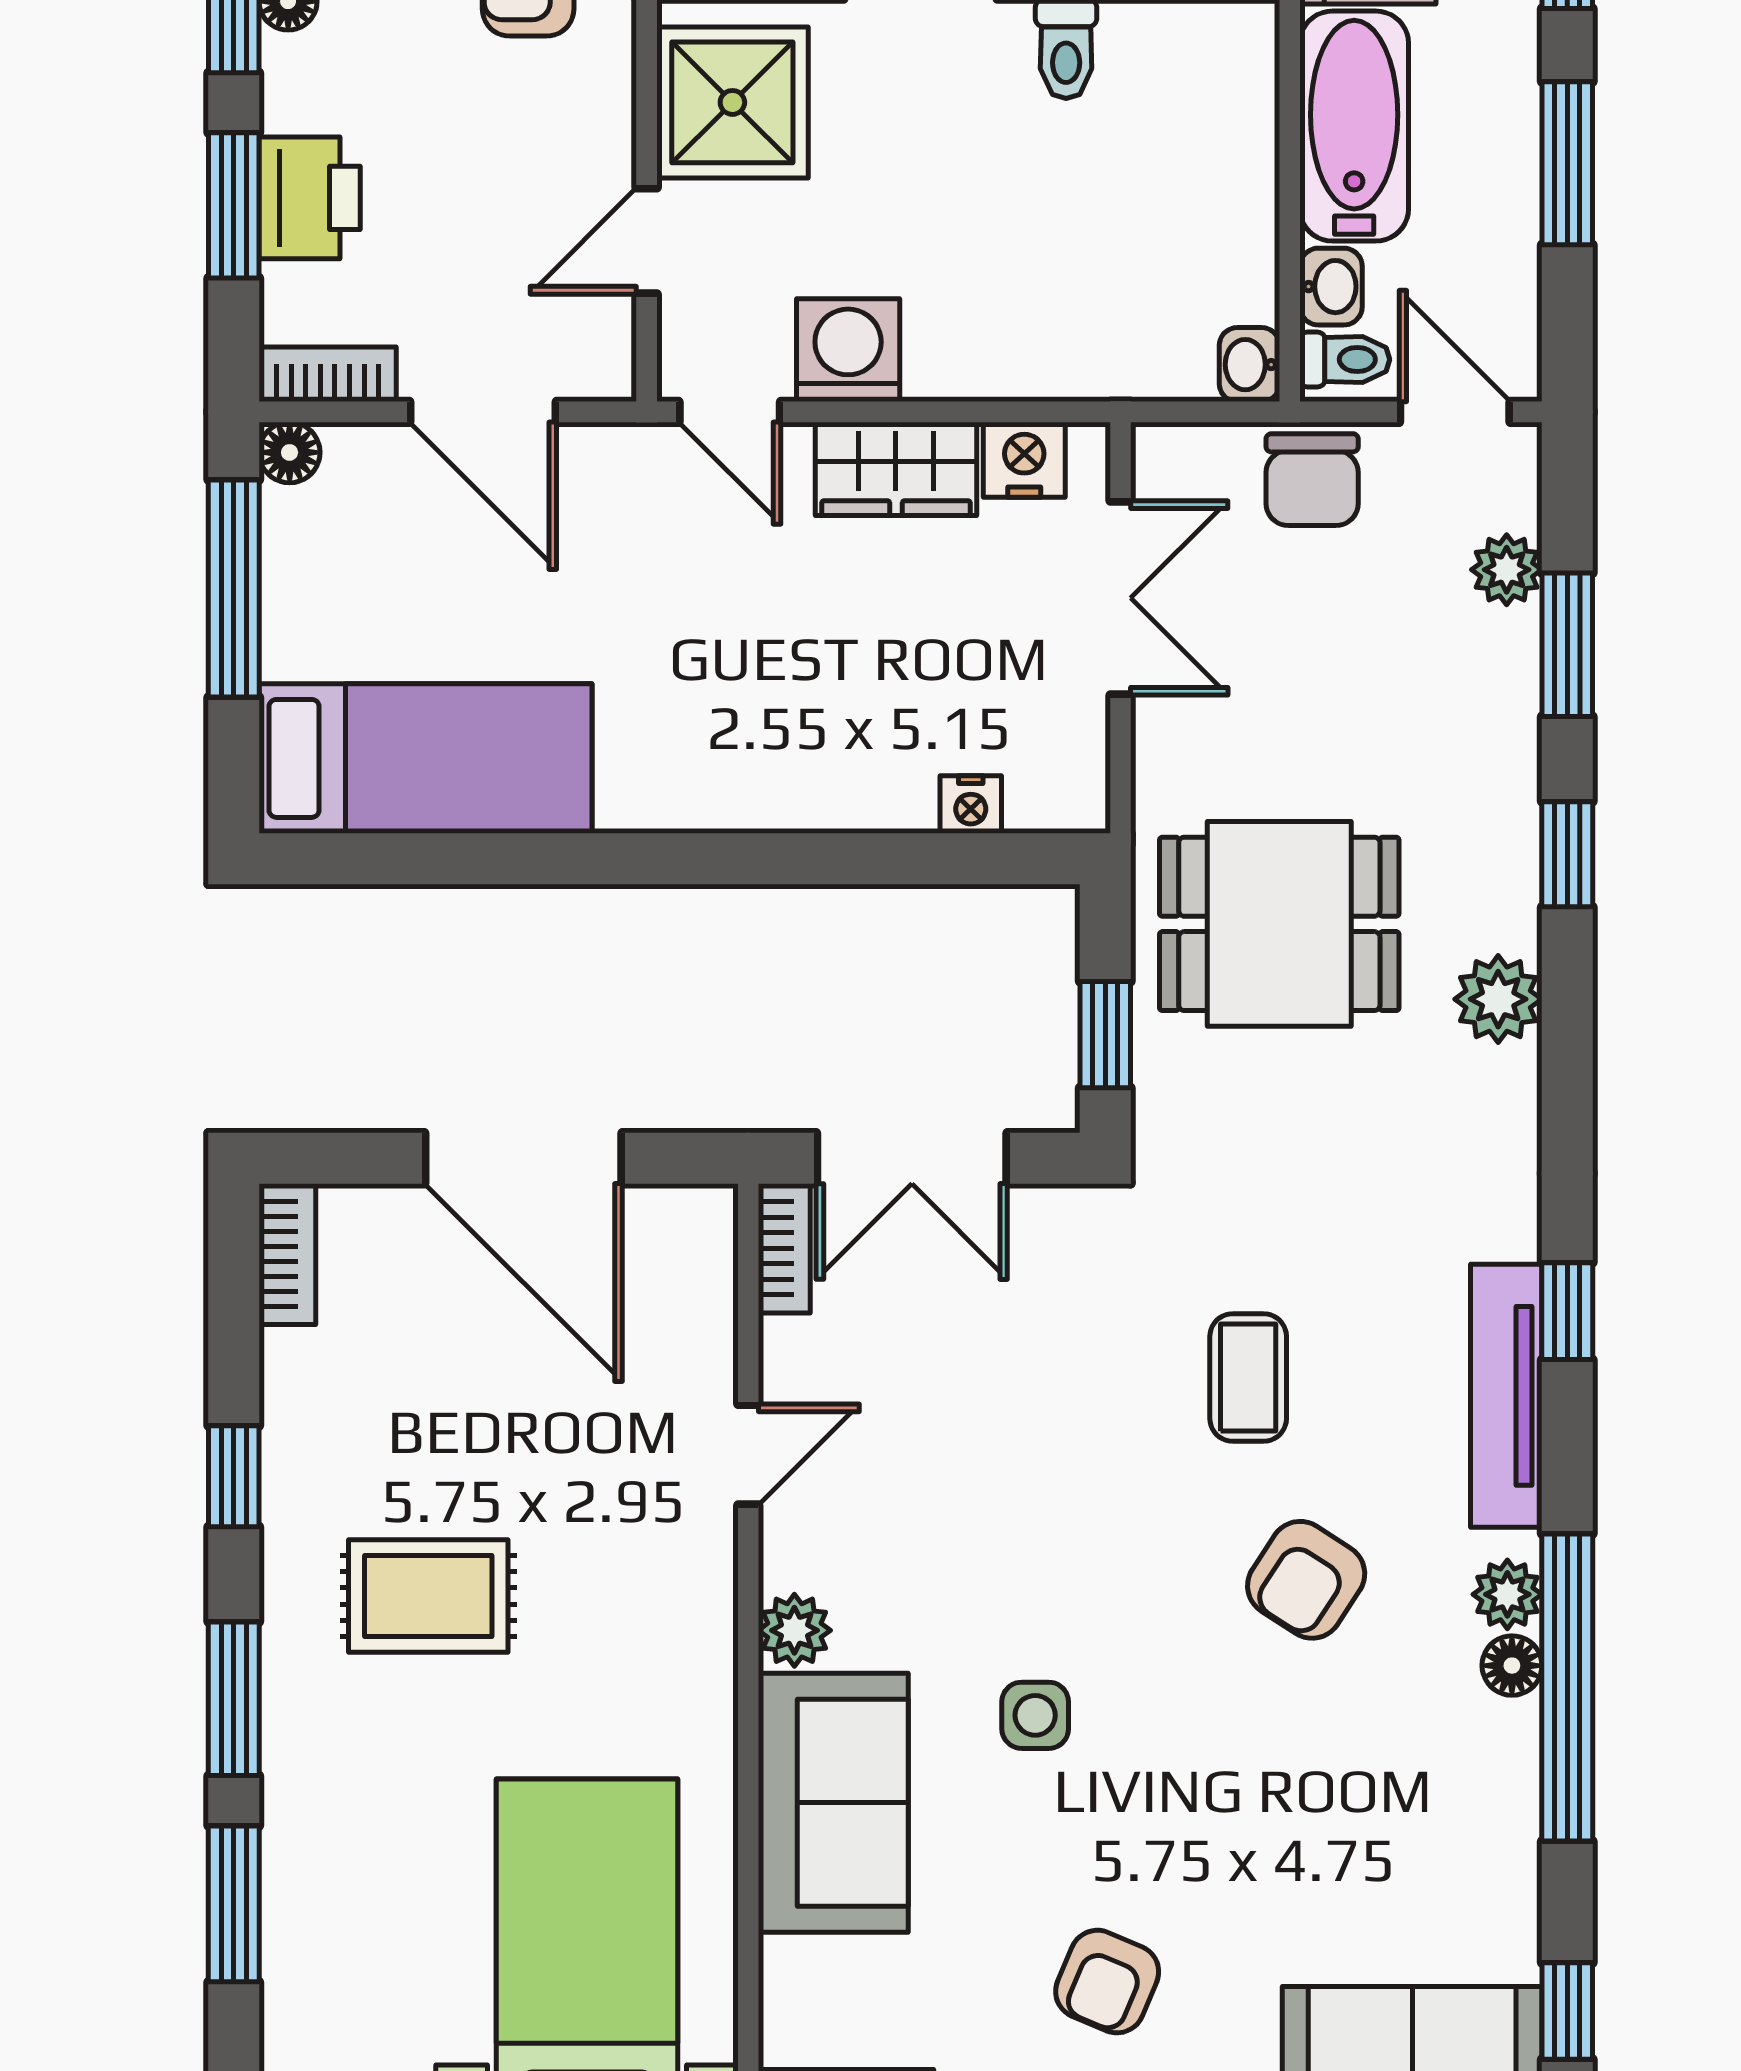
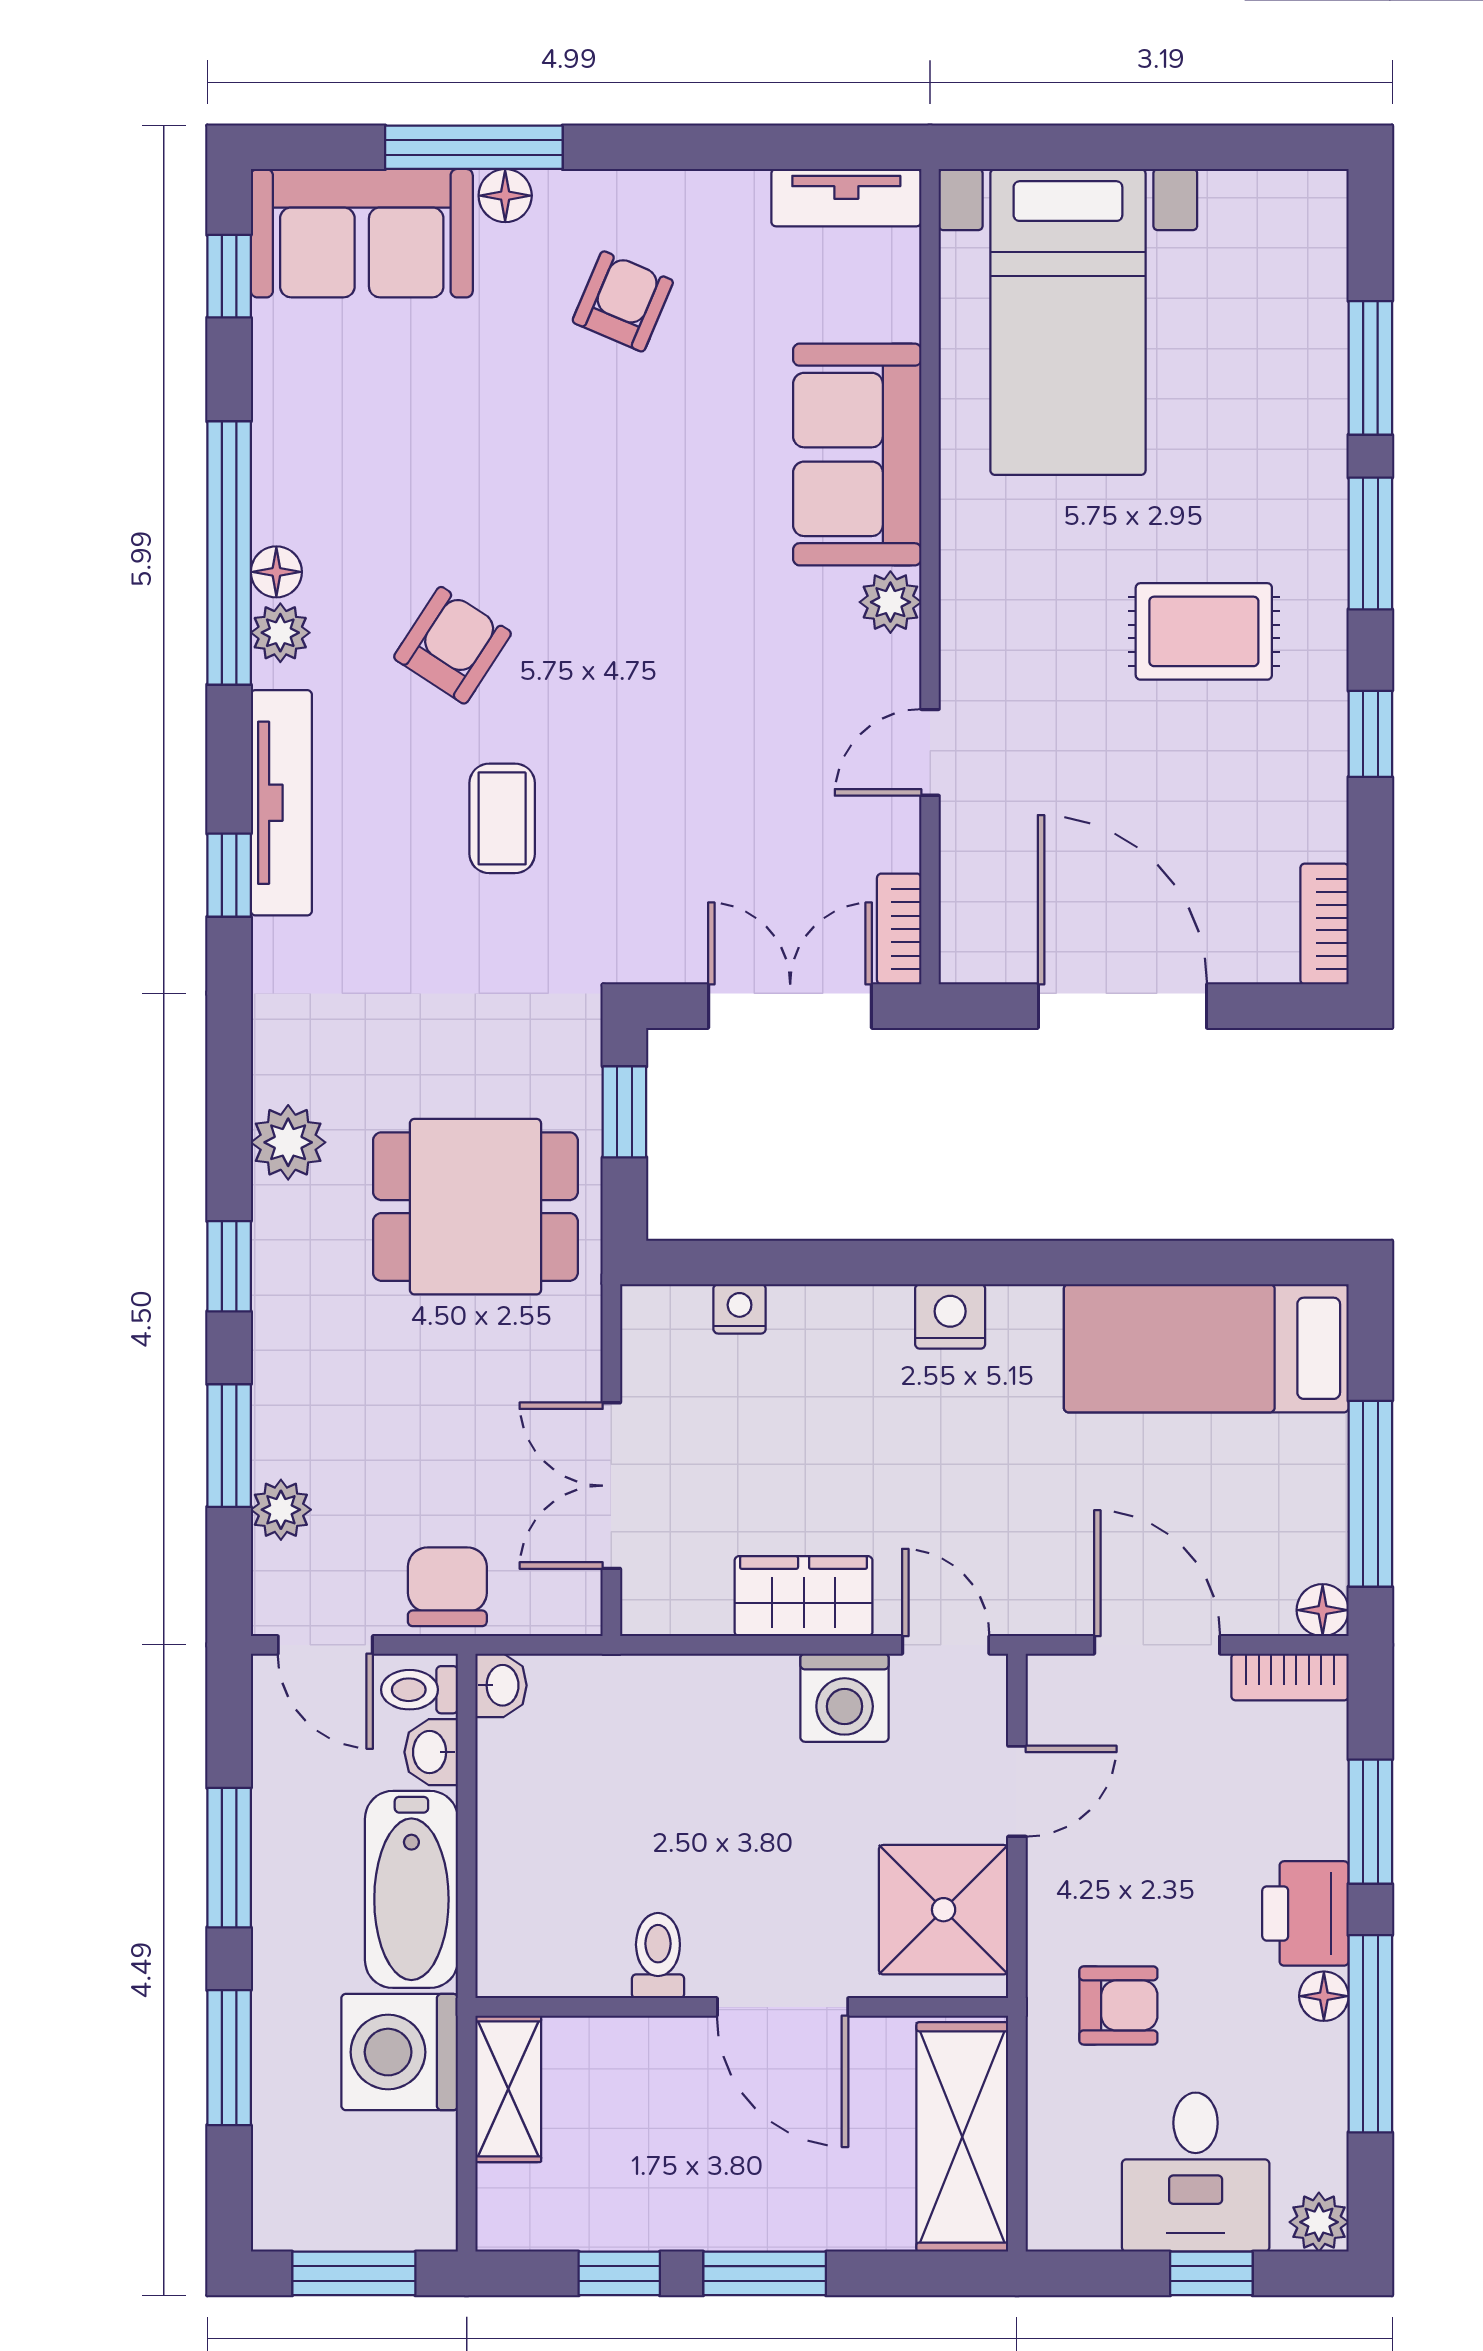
printer: (310, 198) -> (1305, 1913), moved
nightstand: (1024, 460) -> (950, 1316), moved, turned 180
side table: (1035, 1715) -> (684, 529), removed

